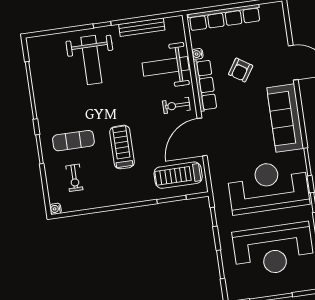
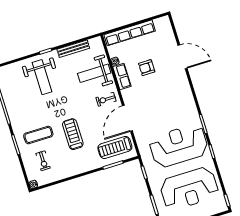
armchair: (241, 70) -> (147, 68), turned 57
row of seats: (205, 85) -> (122, 77), width x0.68
sofa: (285, 118) -> (183, 96), removed

